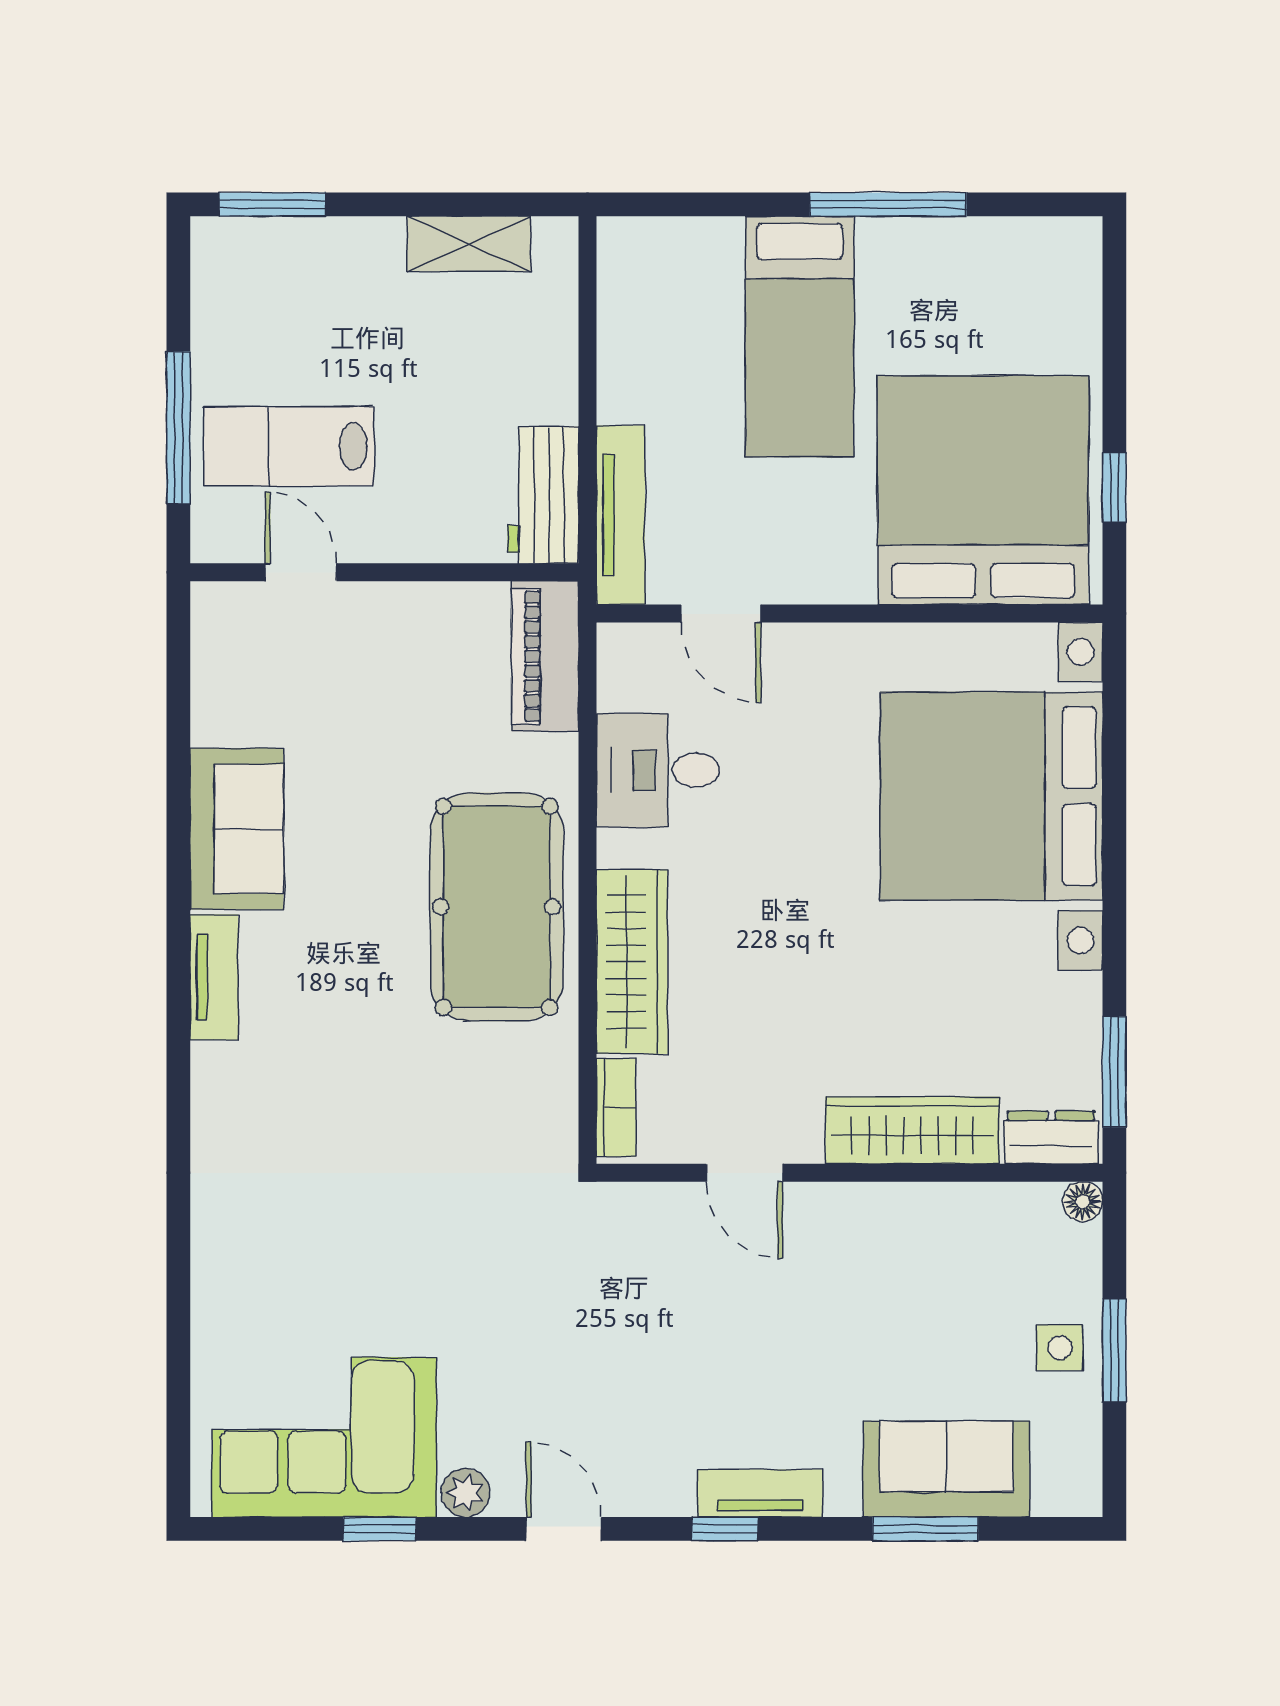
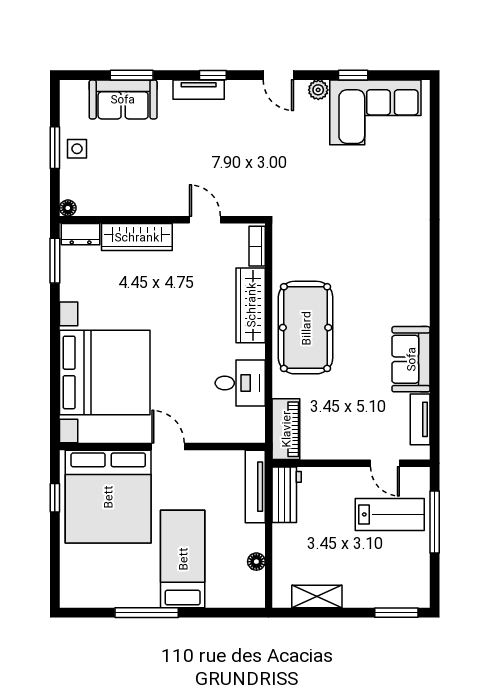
floor lamp: (618, 330) -> (256, 562), added
door: (721, 614) -> (168, 447), moved
tv unit: (214, 977) -> (420, 419), moved

